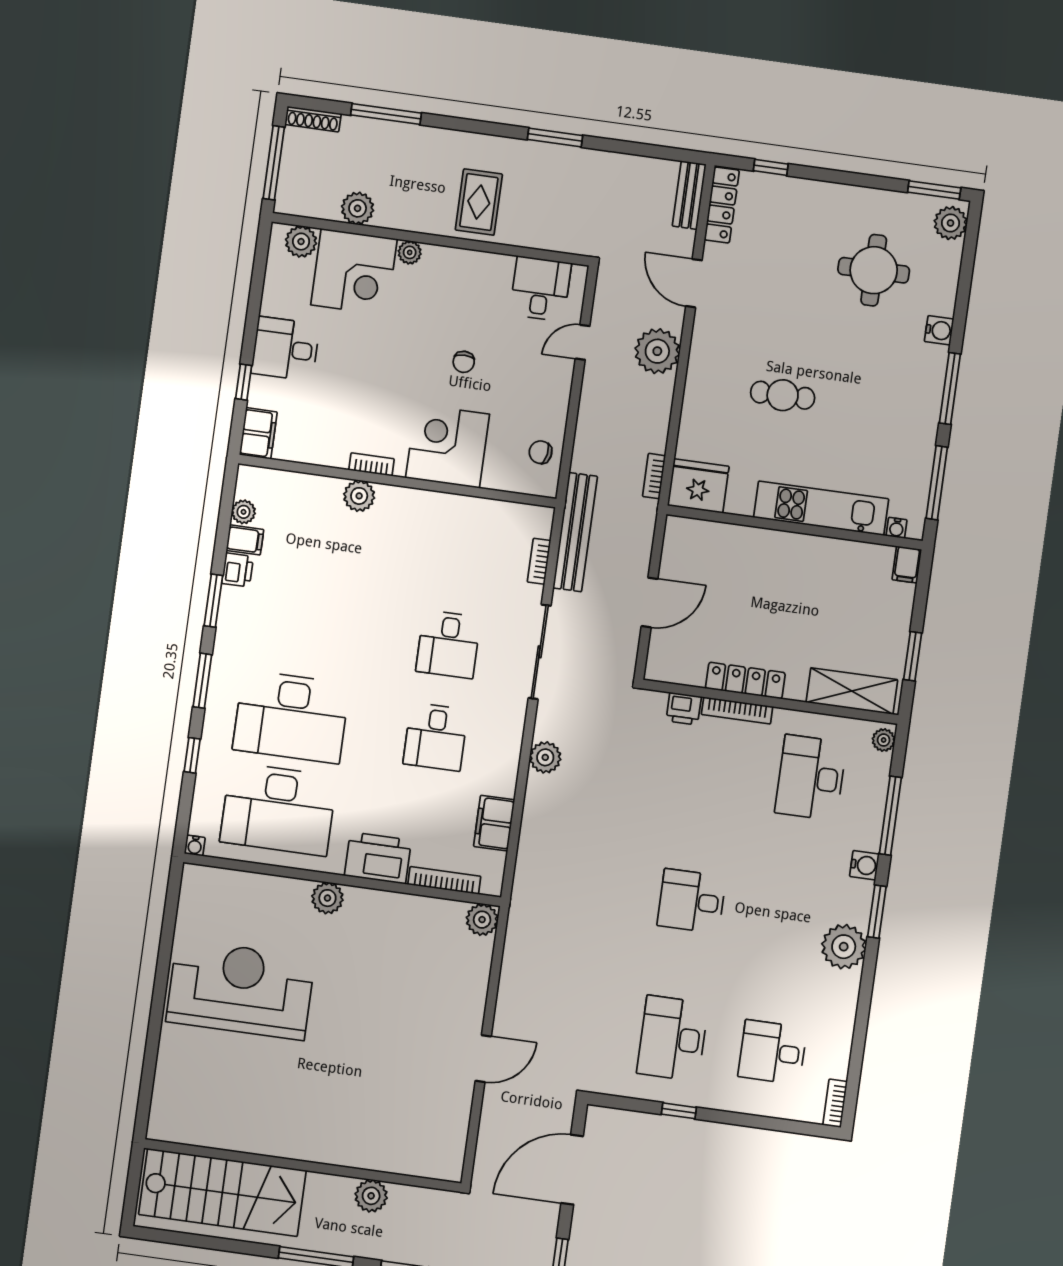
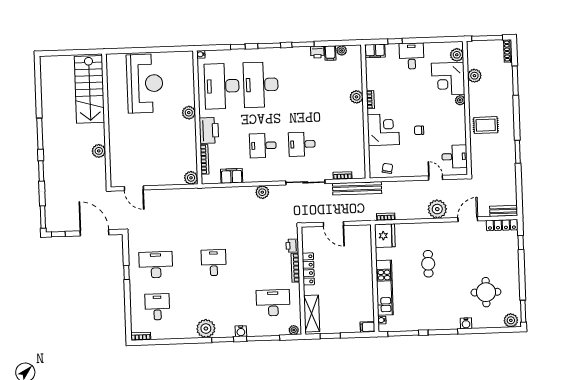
wall: (303, 1166) -> (106, 121), moved
stairs: (222, 1192) -> (89, 89), moved
plant: (371, 1196) -> (99, 151), moved

